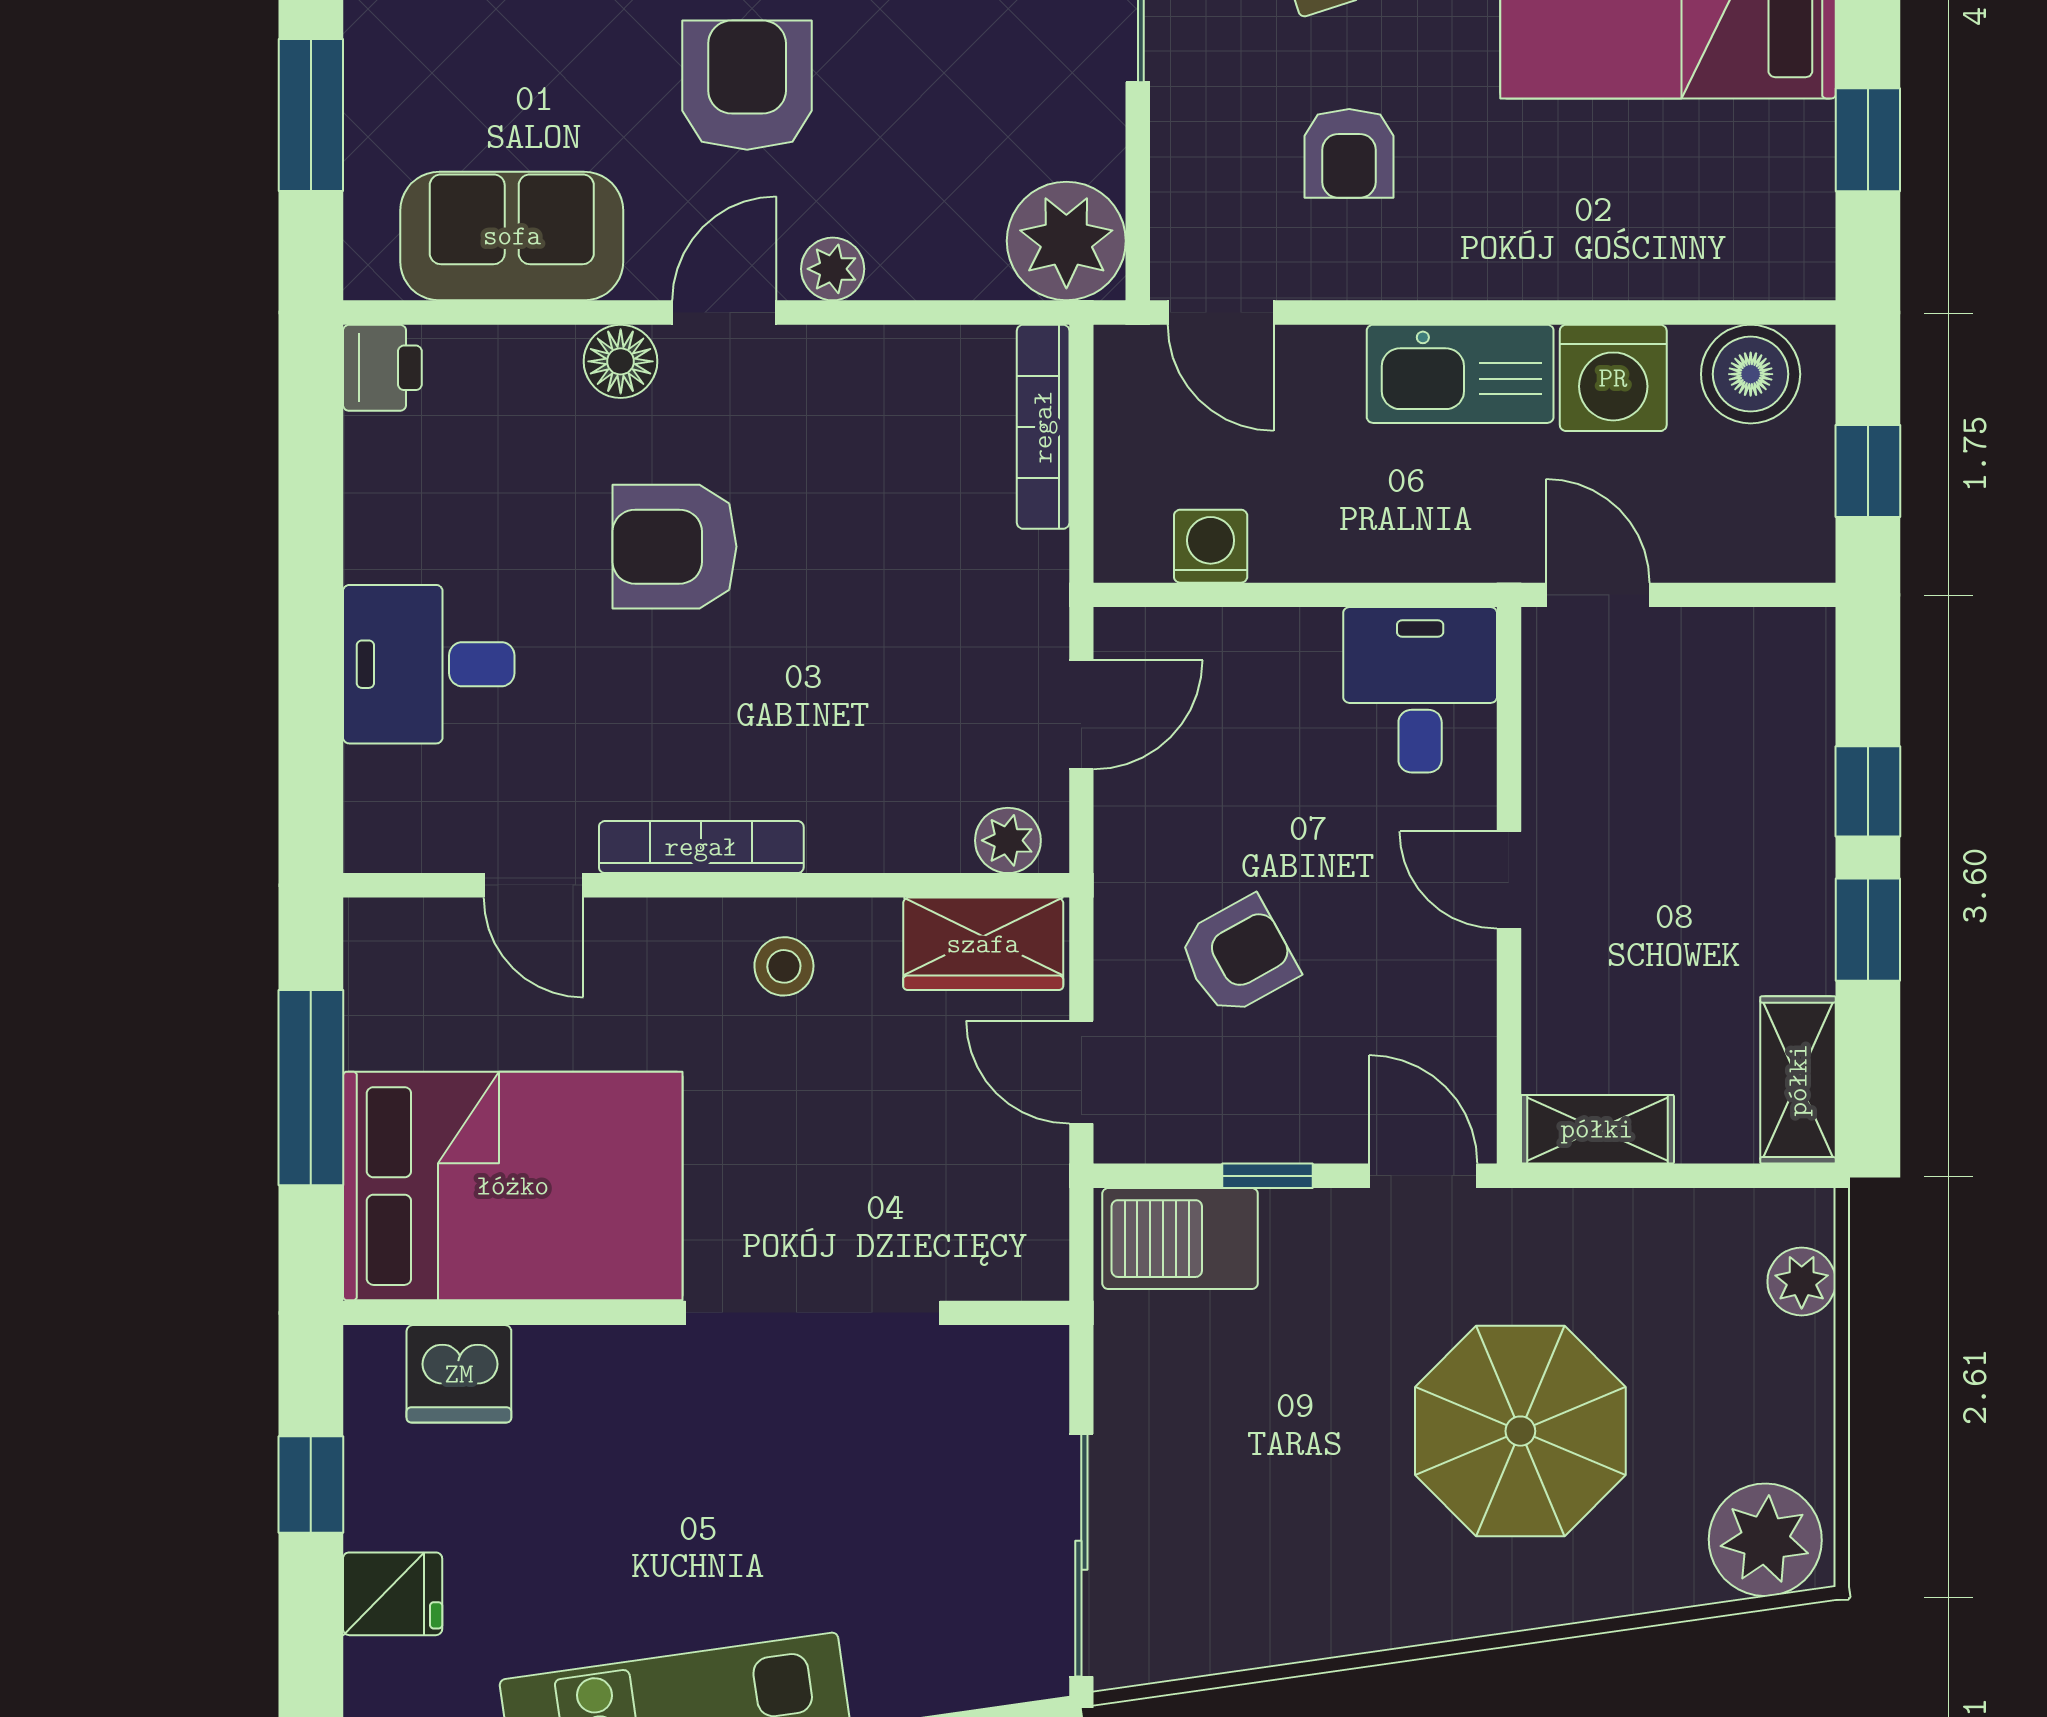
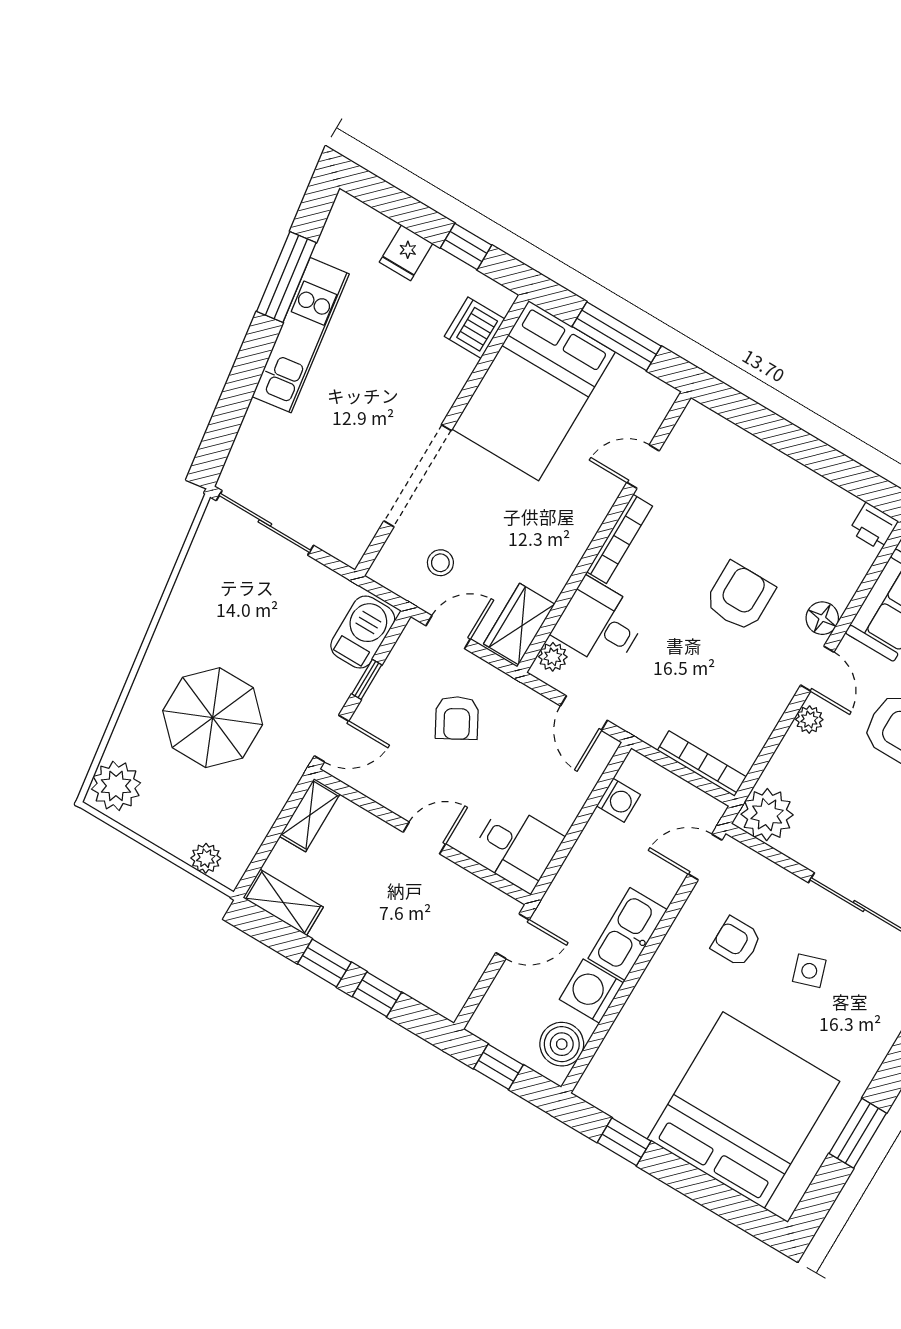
desk: (429, 664) -> (600, 624), moved, turned -90
stool: (784, 966) -> (440, 563), moved

